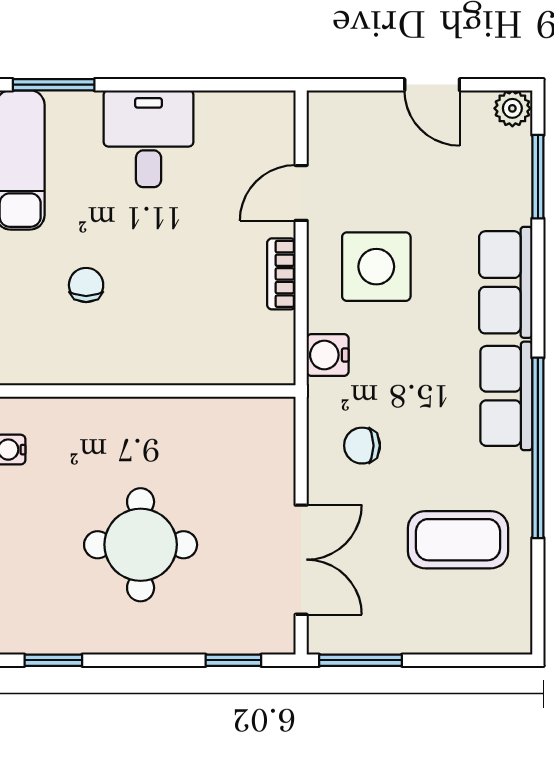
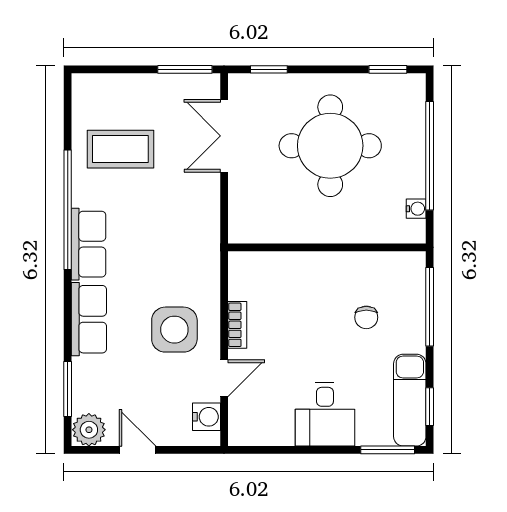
plant: (512, 108) -> (89, 430), width x1.38, depth x1.38
water cooler: (328, 355) -> (207, 417), moved
chair: (362, 446) -> (184, 211), removed
round table: (141, 545) -> (330, 146), width x1.36, depth x1.36

